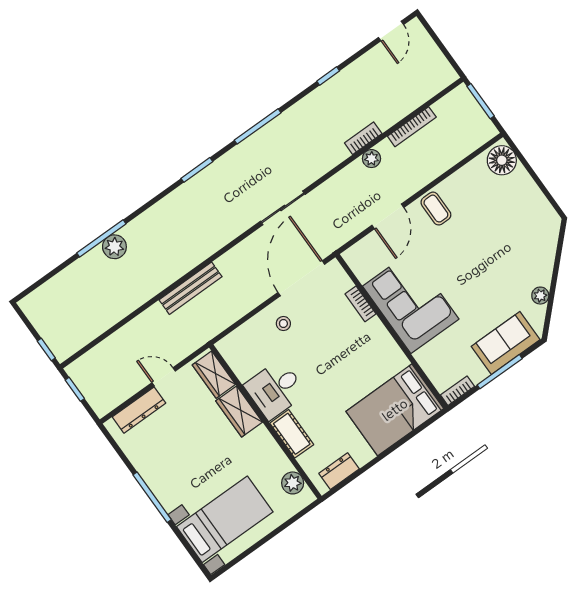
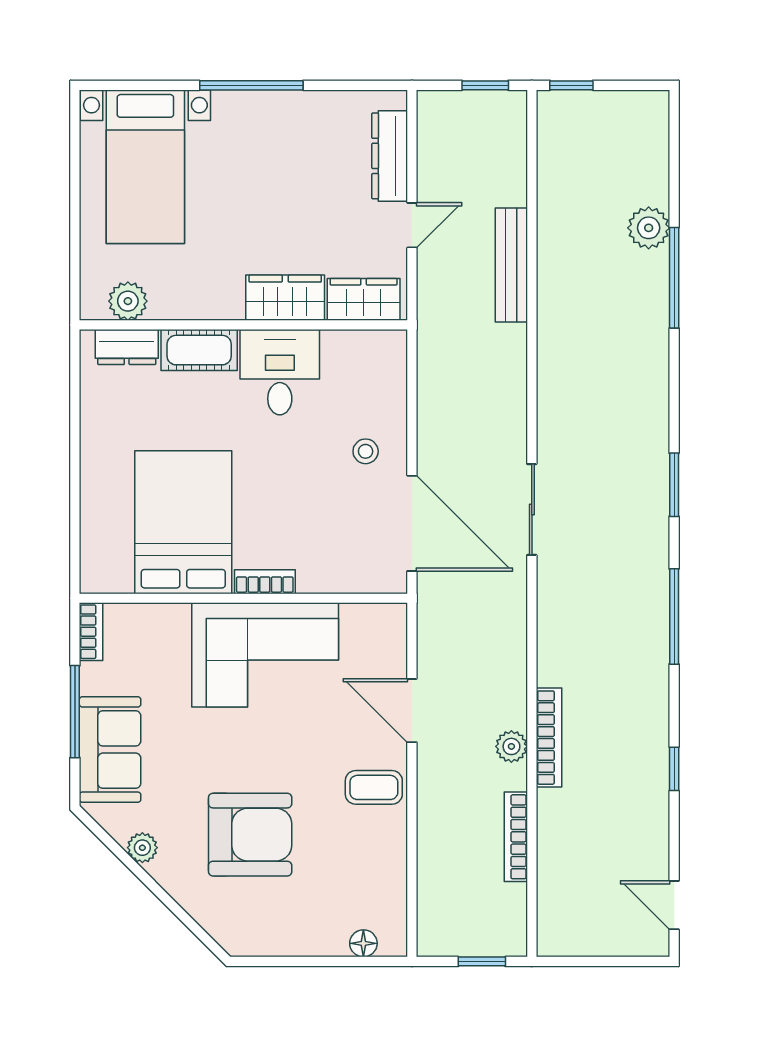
window: (481, 101) -> (482, 961), width x0.67
bookcase: (363, 138) -> (549, 738), width x1.56
floor lamp: (502, 160) -> (363, 943), width x0.53, depth x0.53
sliding door: (283, 208) -> (532, 510), moved
plant: (114, 247) -> (649, 228), moved
armchair: (499, 250) -> (250, 835), added
bench: (191, 288) -> (511, 265), moved
bookcase: (360, 304) -> (265, 582), moved
bed: (395, 410) -> (183, 522), moved
dresser: (339, 471) -> (127, 347), moved, turned 90

